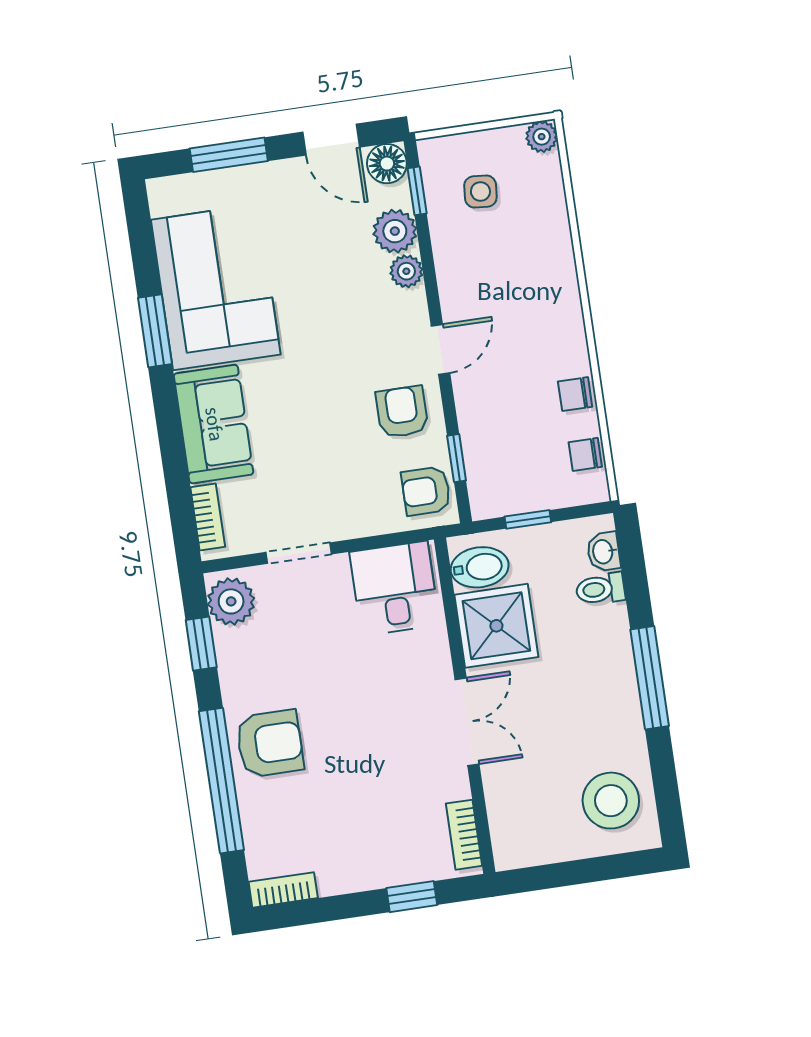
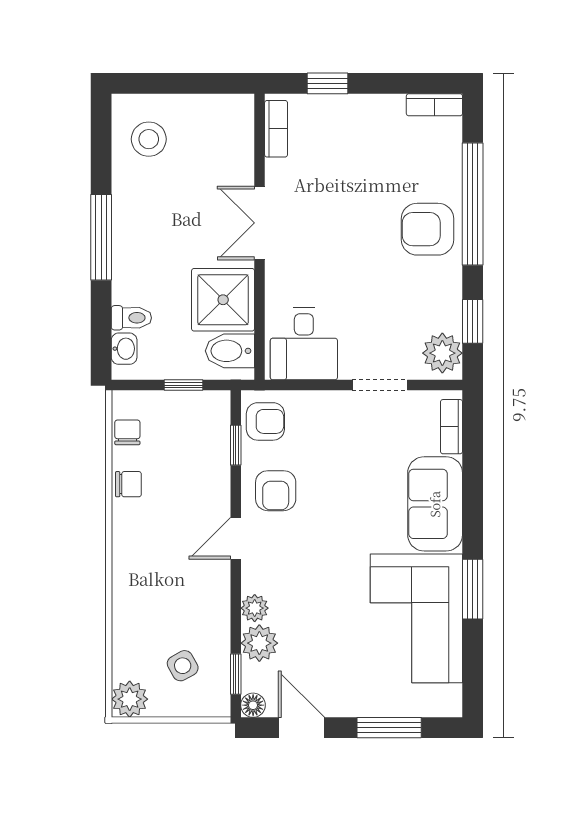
plant: (542, 137) -> (130, 699), width x1.38, depth x1.38
floor lamp: (387, 164) -> (253, 705), width x0.73, depth x0.73
side table: (480, 191) -> (183, 666), turned -34
chair: (585, 454) -> (127, 432), turned -90
stool: (611, 801) -> (149, 139), width x0.73, depth x0.73

